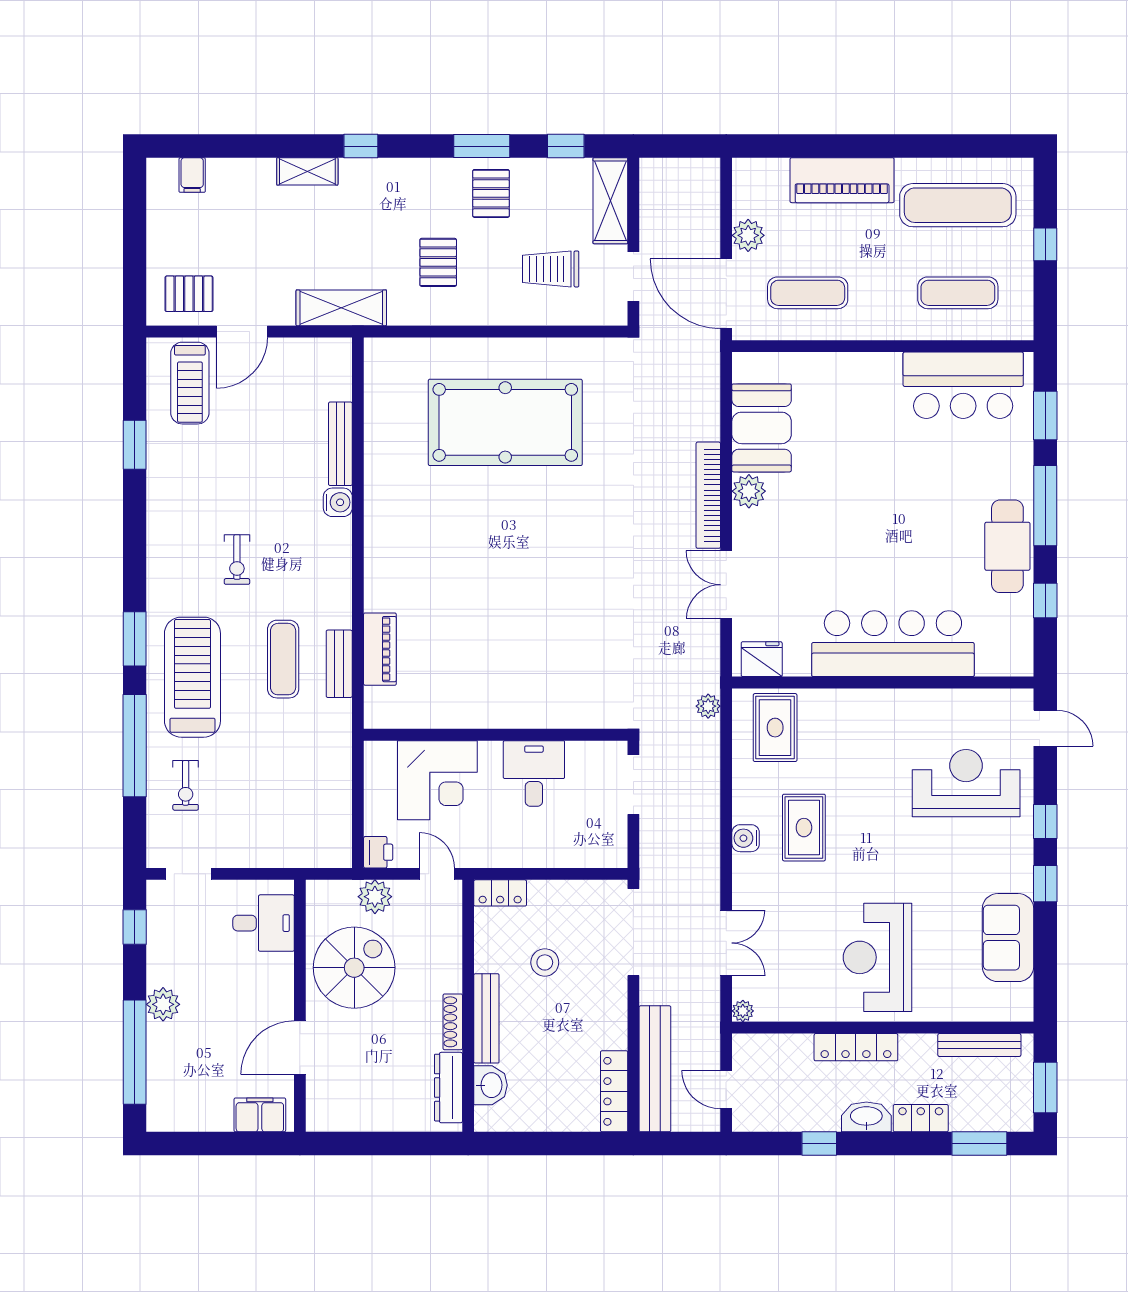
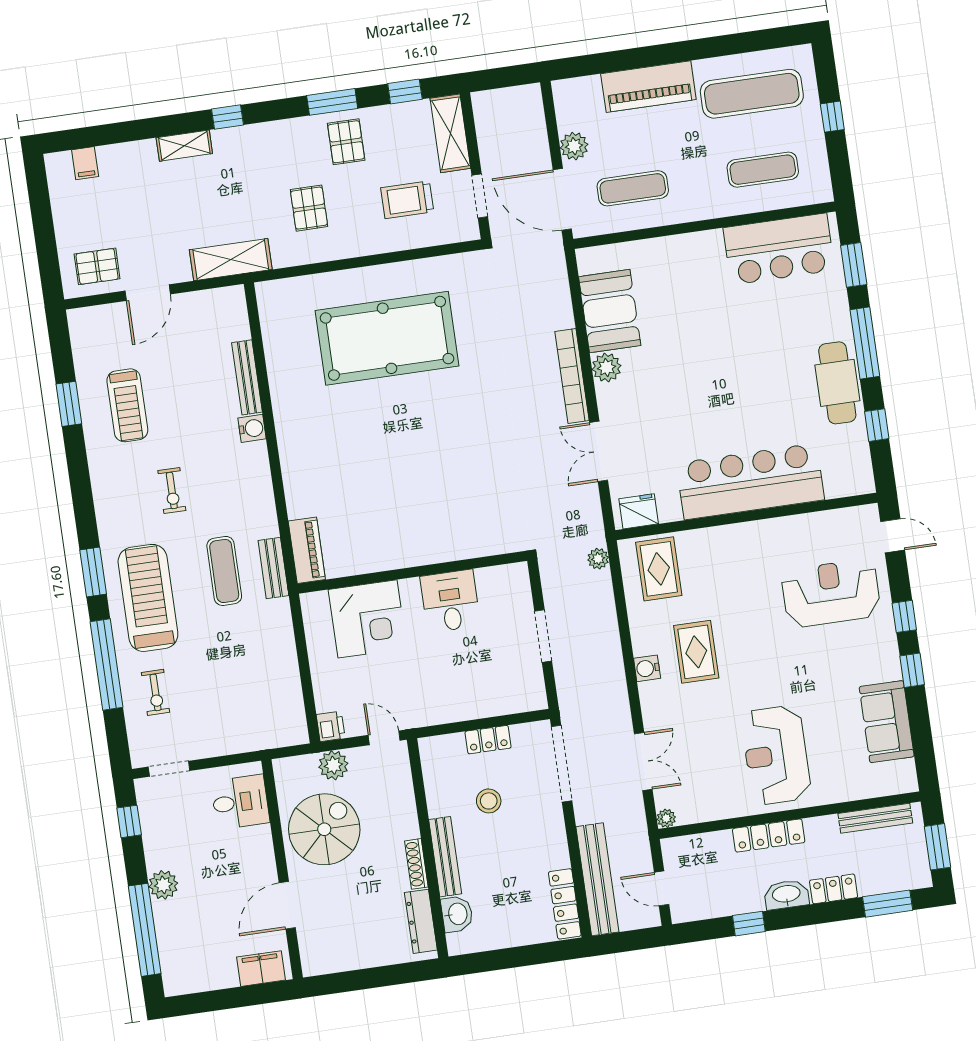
treadmill: (190, 383) -> (127, 405), moved
wall: (496, 735) -> (412, 572), moved
desk: (534, 773) -> (450, 601), moved
corner desk: (437, 780) -> (368, 619), moved
locker: (500, 893) -> (488, 740), moved

